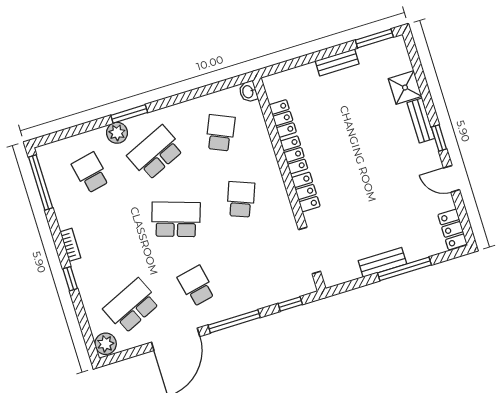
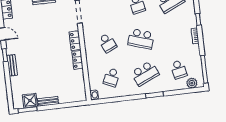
shower: (405, 87) -> (30, 101), moved
locker: (283, 119) -> (80, 79), removed
plant: (117, 133) -> (192, 83), moved
school desk: (241, 199) -> (107, 43), turned -45

